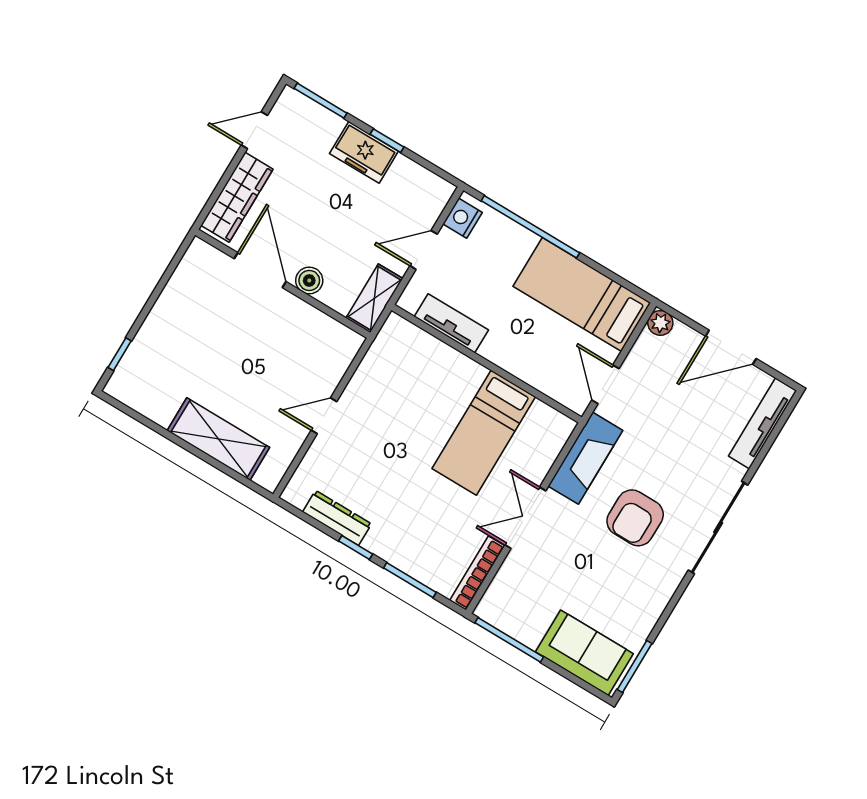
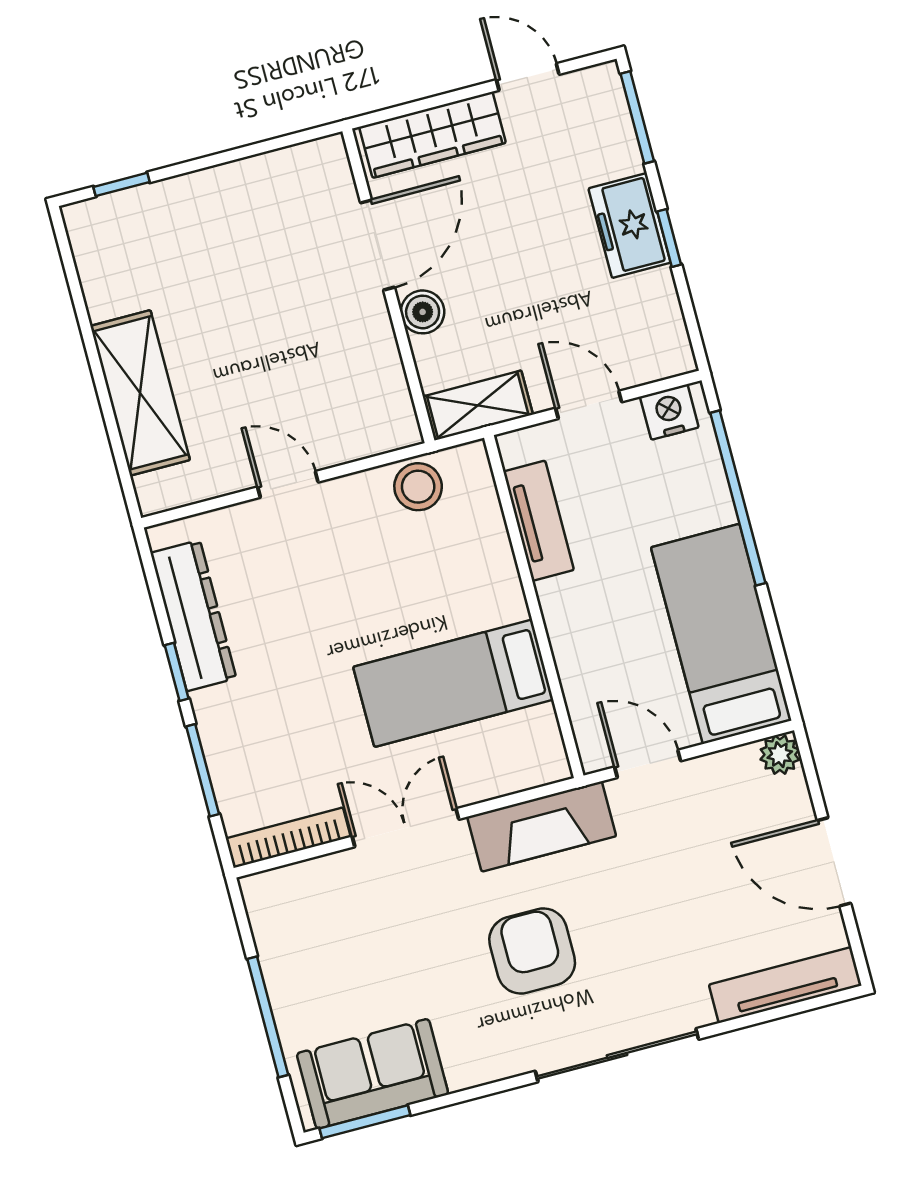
stool: (383, 360) -> (418, 487), added
door: (605, 384) -> (648, 764), hinge flipped
dresser: (337, 518) -> (193, 616), width x1.37, depth x1.24
armchair: (635, 518) -> (532, 951), turned 90
window: (509, 640) -> (268, 1017), moved
sofa: (584, 653) -> (373, 1074), moved, turned -90

